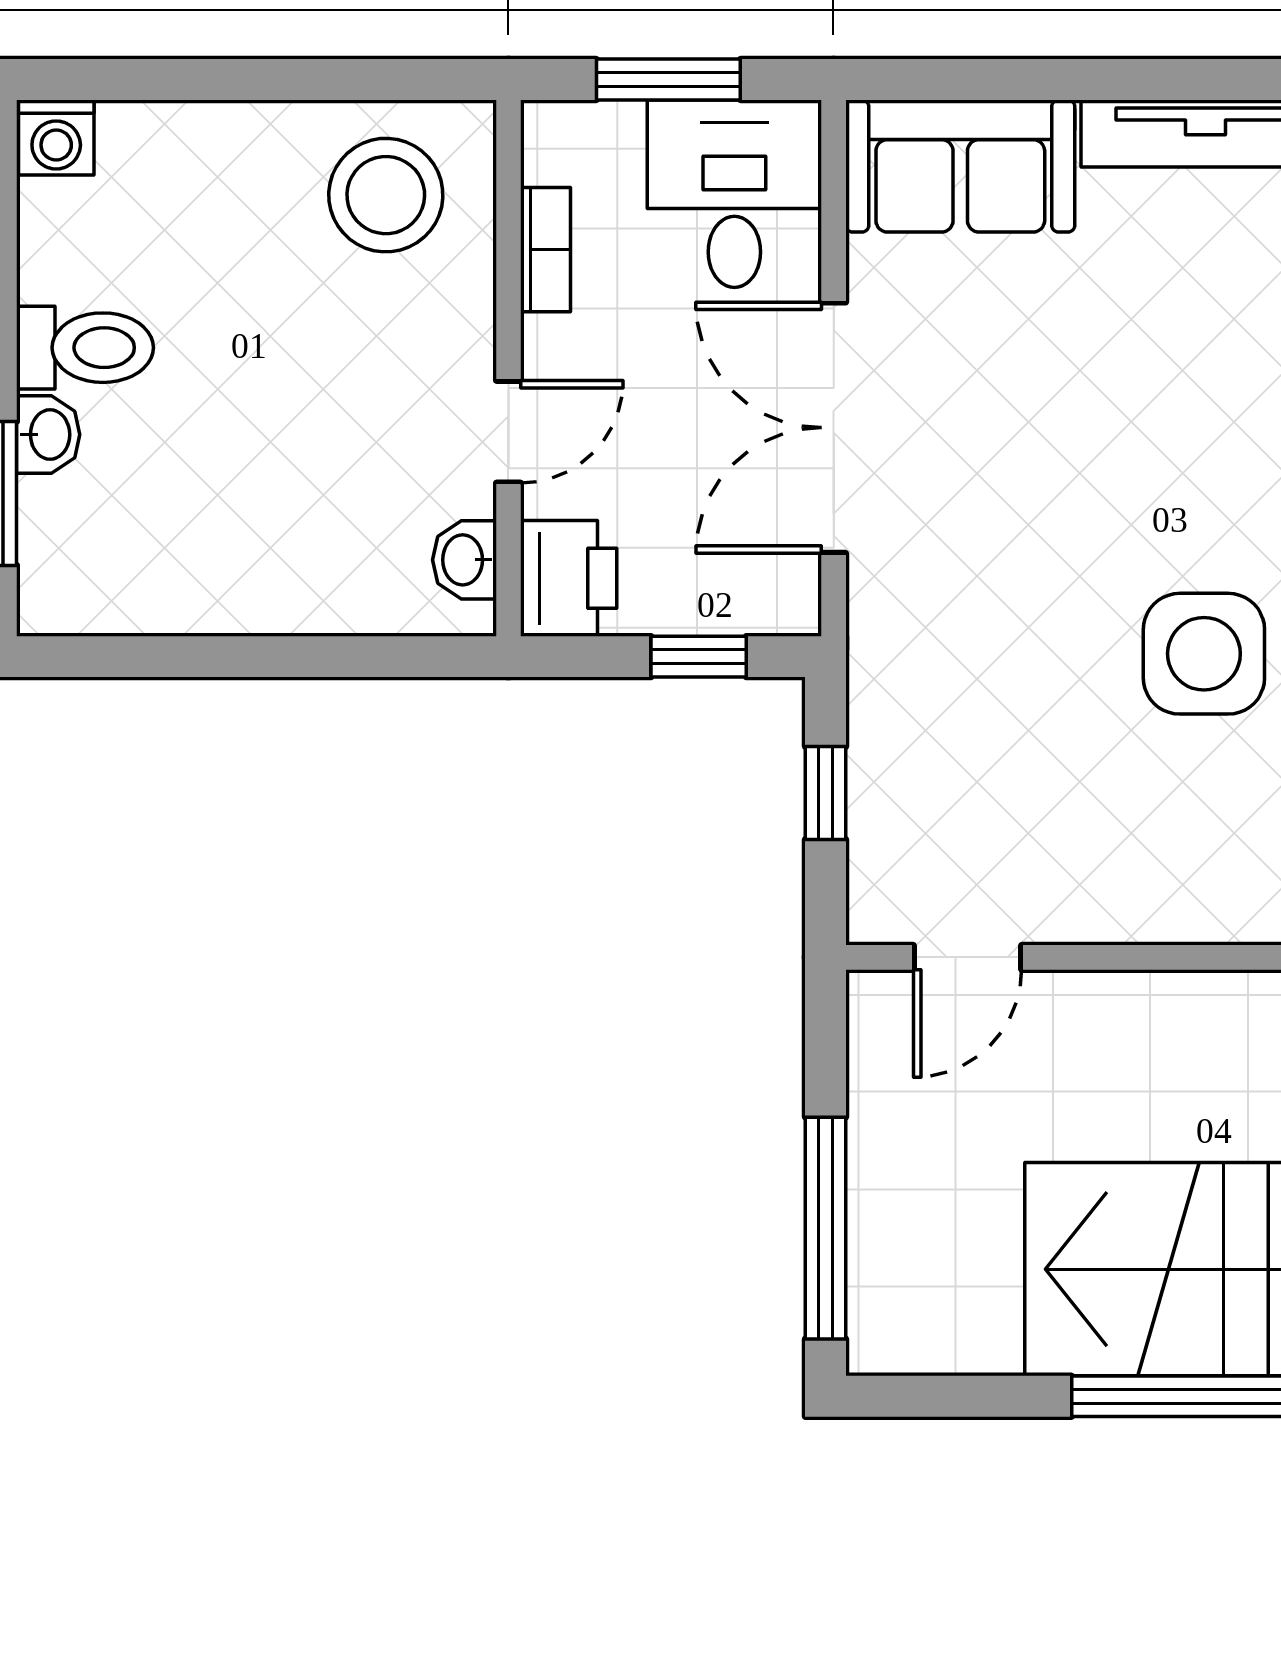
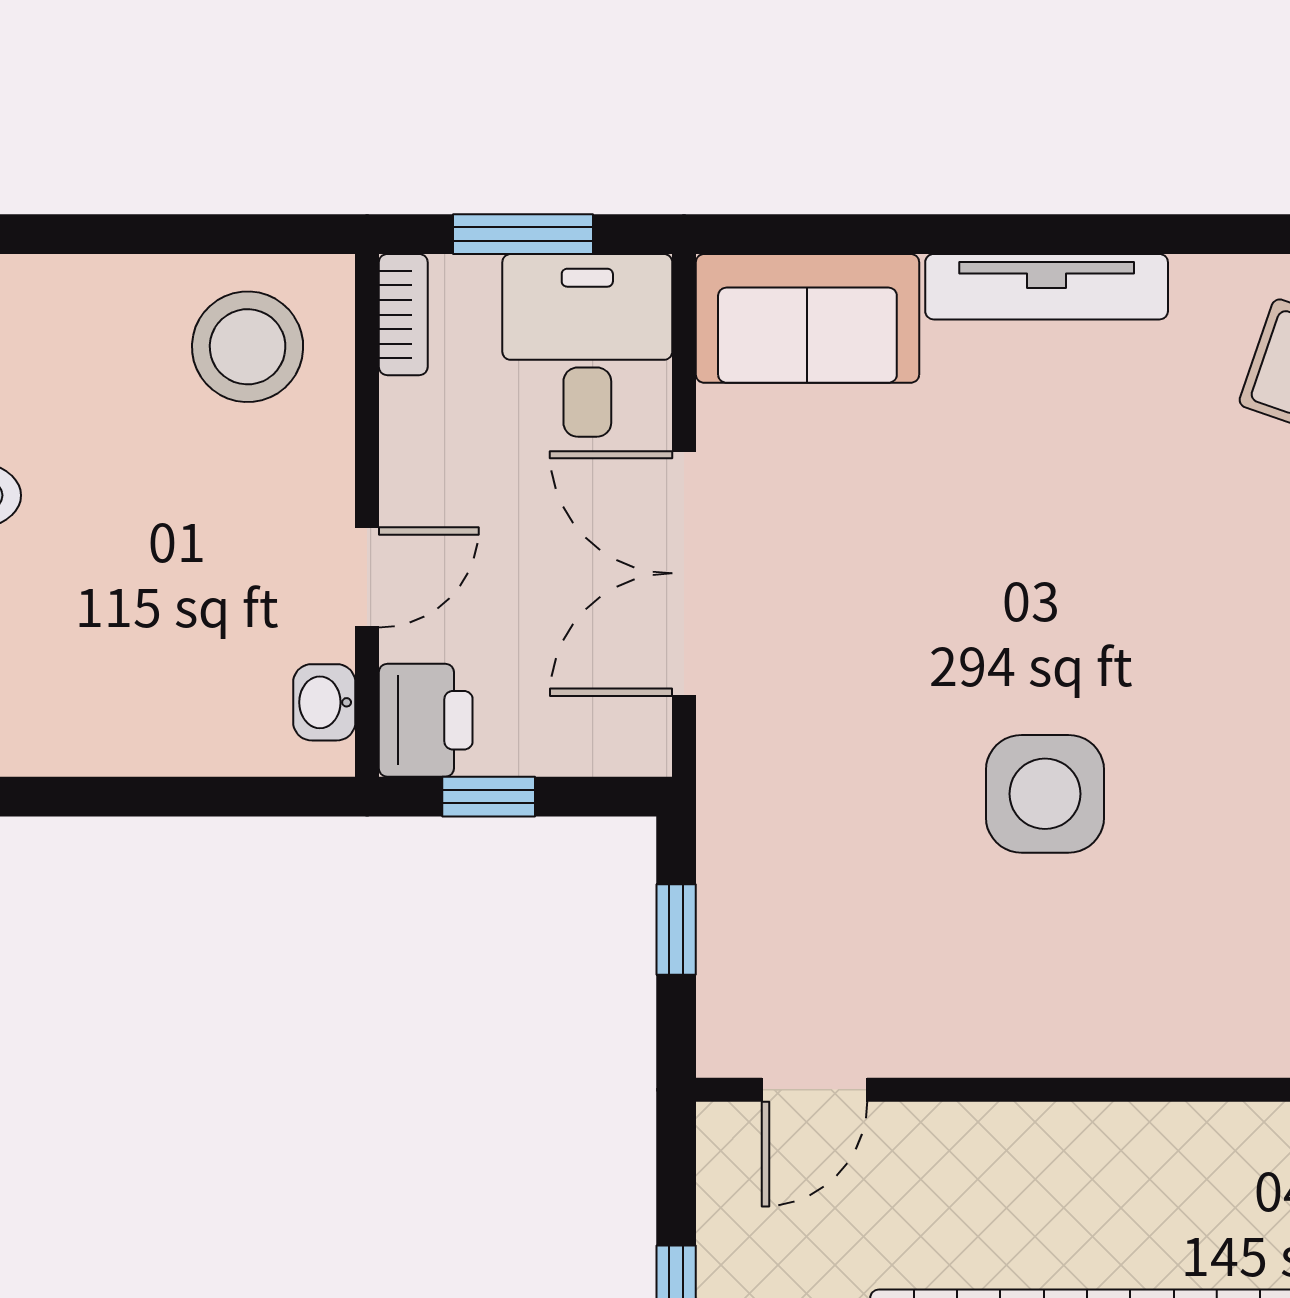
bookcase: (546, 250) -> (403, 315), moved
window: (699, 657) -> (489, 797), moved

